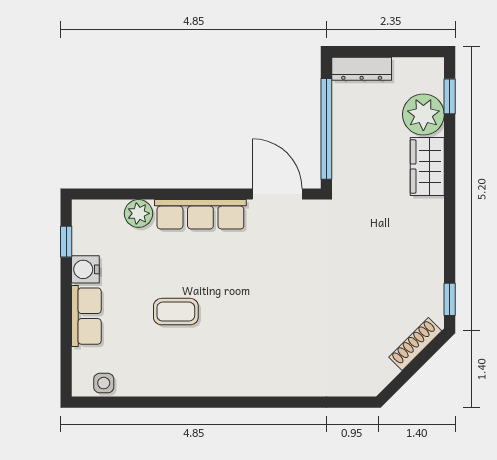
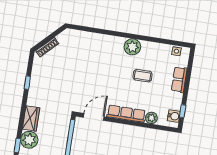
door: (277, 194) -> (94, 117), swing flipped
water cooler: (85, 269) -> (174, 116), moved
window: (450, 299) -> (27, 83), moved
plant: (211, 377) -> (132, 47), added

